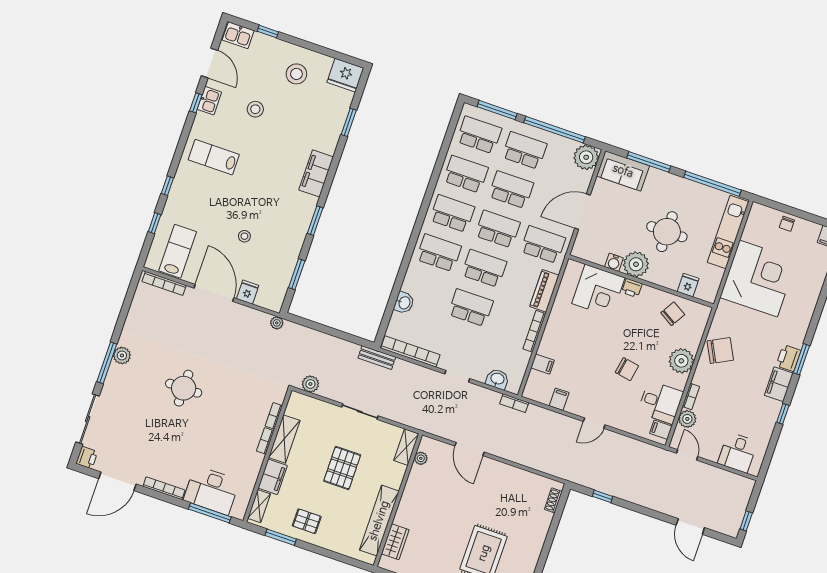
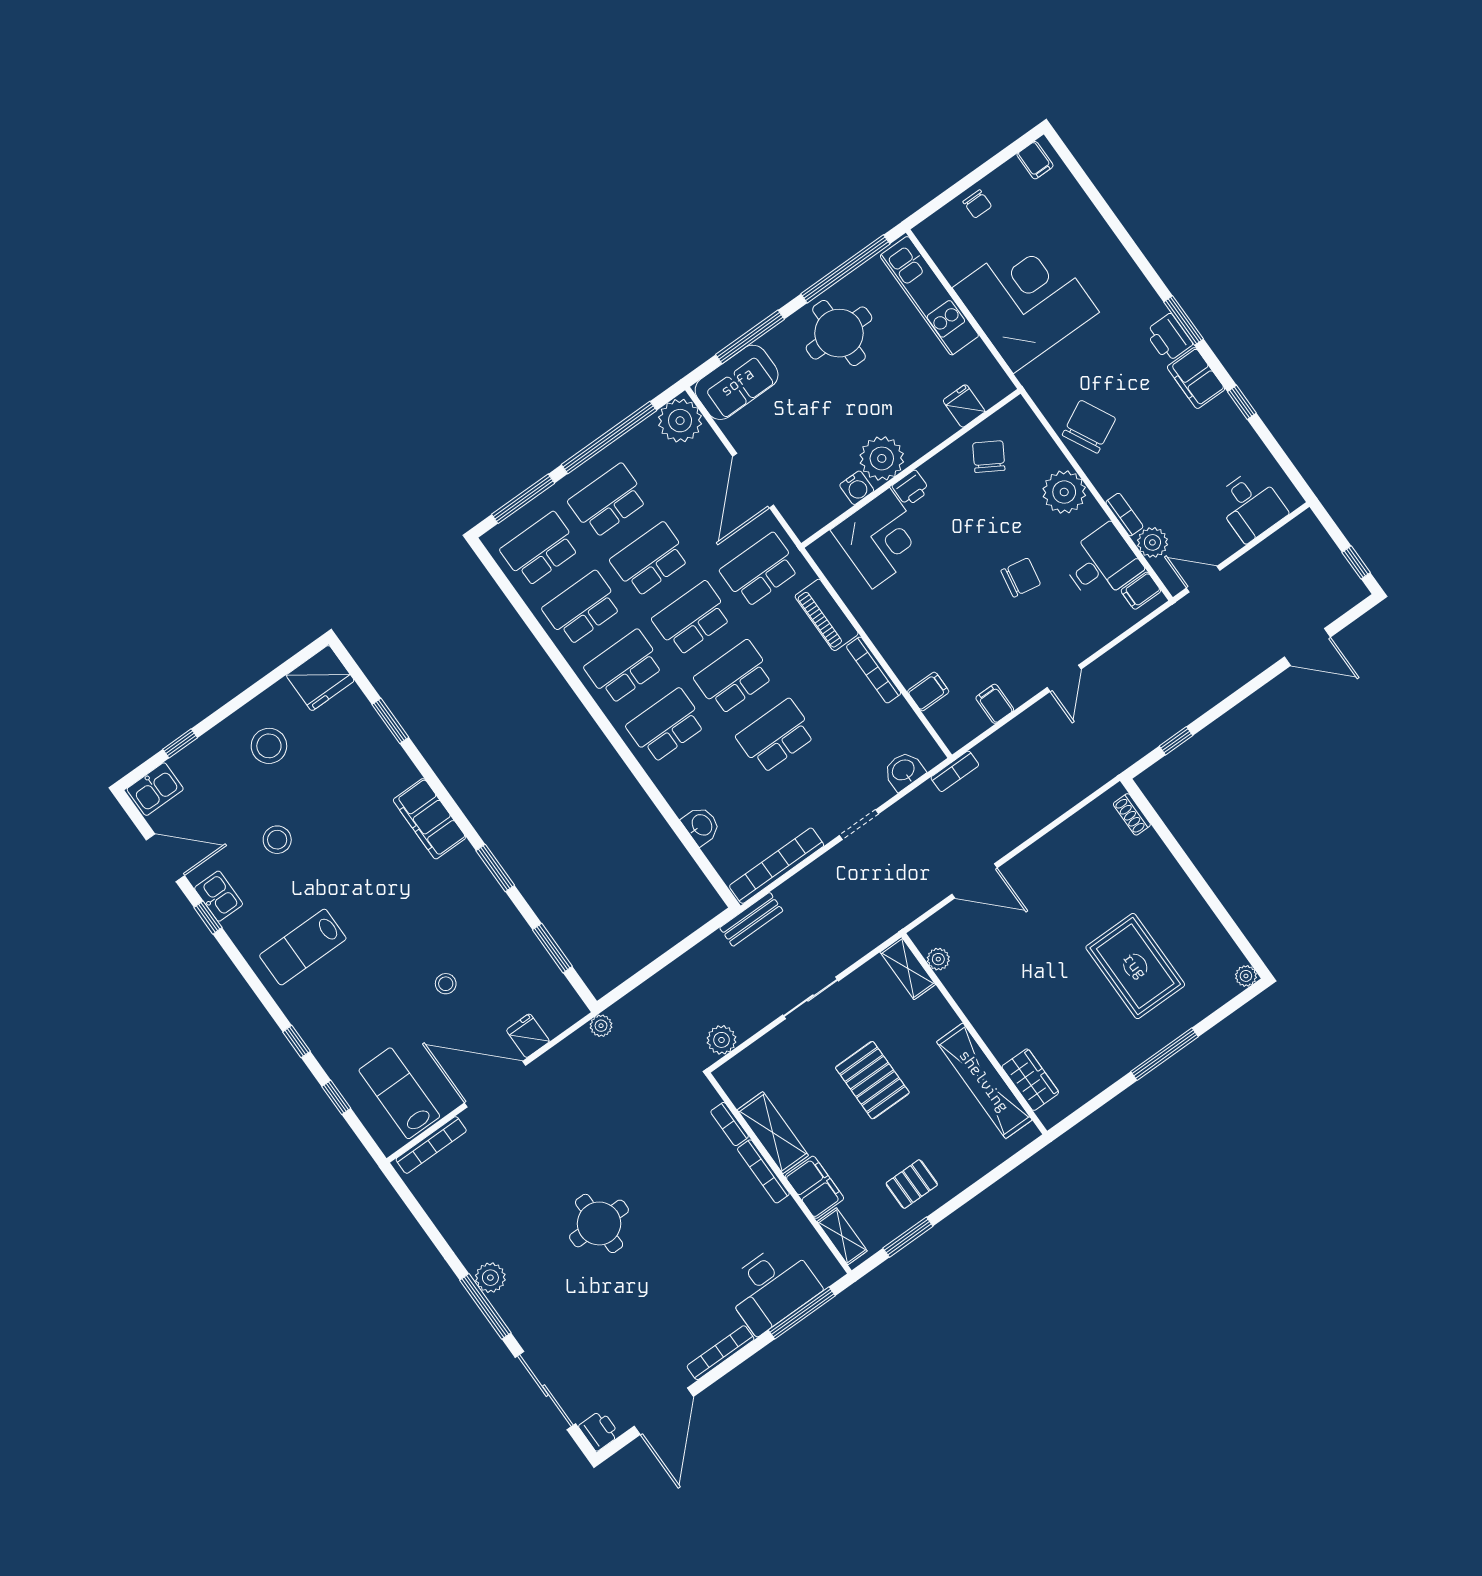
round table: (667, 232) -> (839, 333), moved
bookcase: (265, 441) -> (763, 1171), width x1.56

